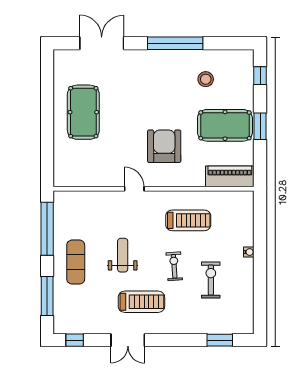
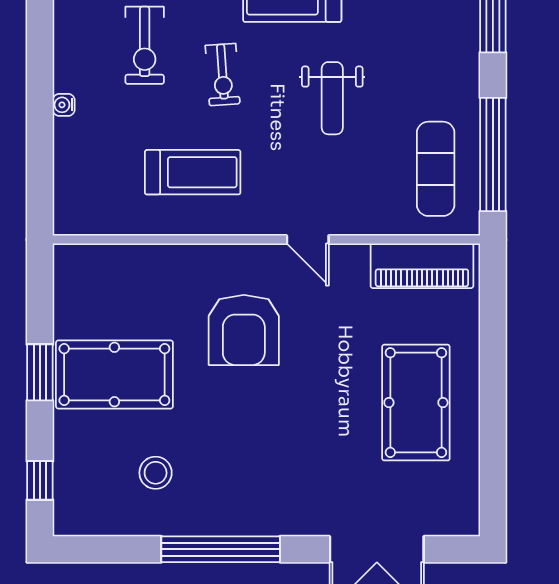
piano: (230, 176) -> (422, 266), moved
treadmill: (188, 220) -> (193, 172), turned 180
exercise mat: (76, 262) -> (436, 169), moved

